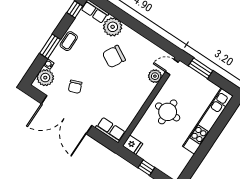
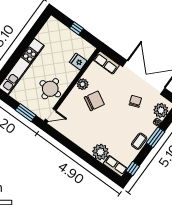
chair: (114, 57) -> (94, 101), moved
plant: (155, 76) -> (83, 84), moved
round table: (168, 112) -> (50, 89), moved
fridge: (133, 145) -> (78, 62), moved

